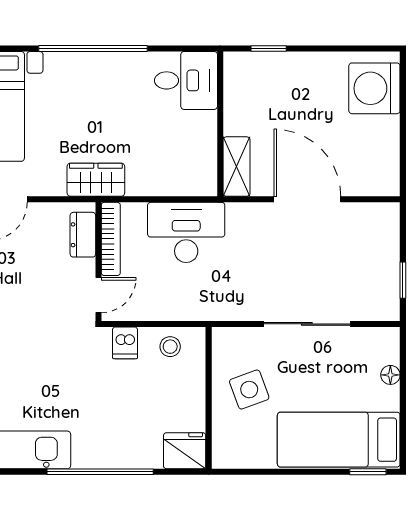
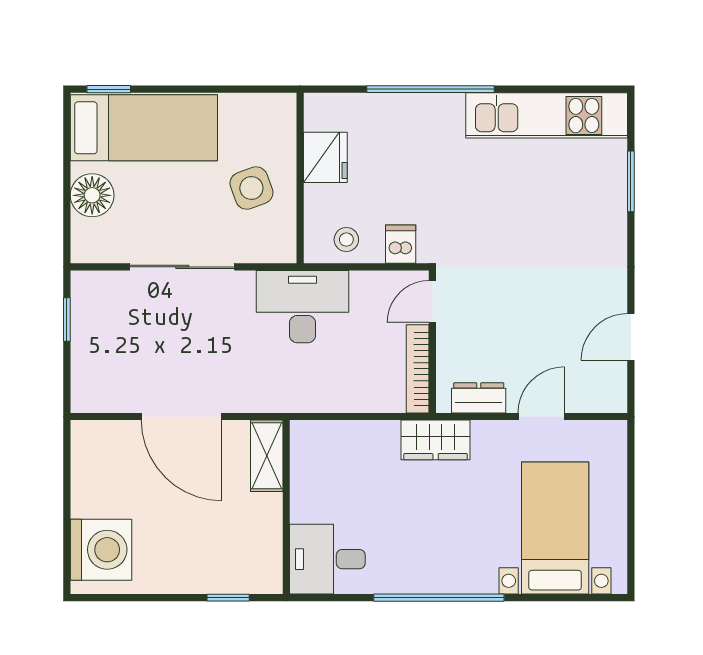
desk: (186, 232) -> (303, 307), moved, turned 180
dresser: (83, 235) -> (479, 398), moved, turned -90
floor lamp: (390, 375) -> (92, 195), width x1.89, depth x1.89
fridge: (185, 451) -> (325, 157), moved, turned -90

